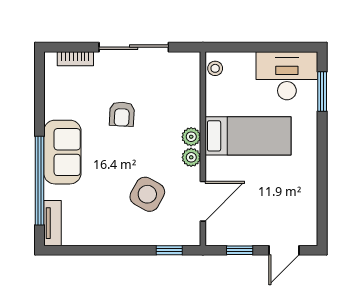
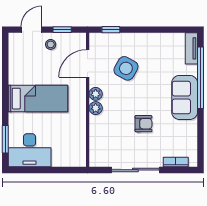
stool: (215, 68) -> (51, 44), moved
armchair: (122, 114) -> (143, 124), turned 87
bed: (248, 136) -> (38, 99), moved, turned 180

